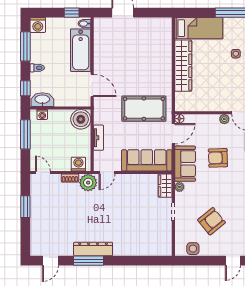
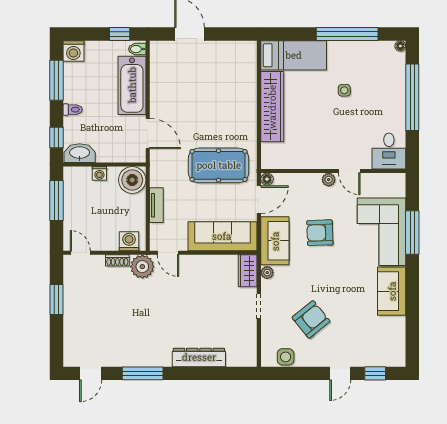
washing machine: (42, 114) -> (99, 173), moved
door: (107, 172) -> (168, 253), hinge flipped
dresser: (93, 249) -> (199, 357), moved

